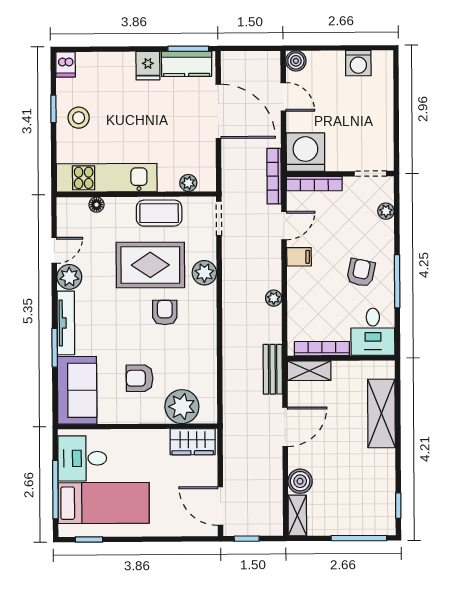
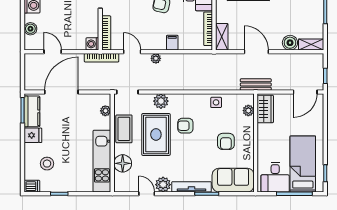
boiler: (296, 61) -> (30, 29), moved
door: (283, 97) -> (53, 52), hinge flipped
stool: (79, 118) -> (47, 164), moved
washing machine: (305, 152) -> (92, 44), width x0.53, depth x0.53
floor lamp: (96, 205) -> (123, 163), width x1.89, depth x1.89
filing cabinet: (299, 257) -> (172, 43), moved
plant: (274, 298) -> (156, 58), moved
side table: (203, 362) -> (216, 102), added
bench: (273, 369) -> (256, 85), moved
plant: (182, 407) -> (248, 111), width x0.53, depth x0.53

